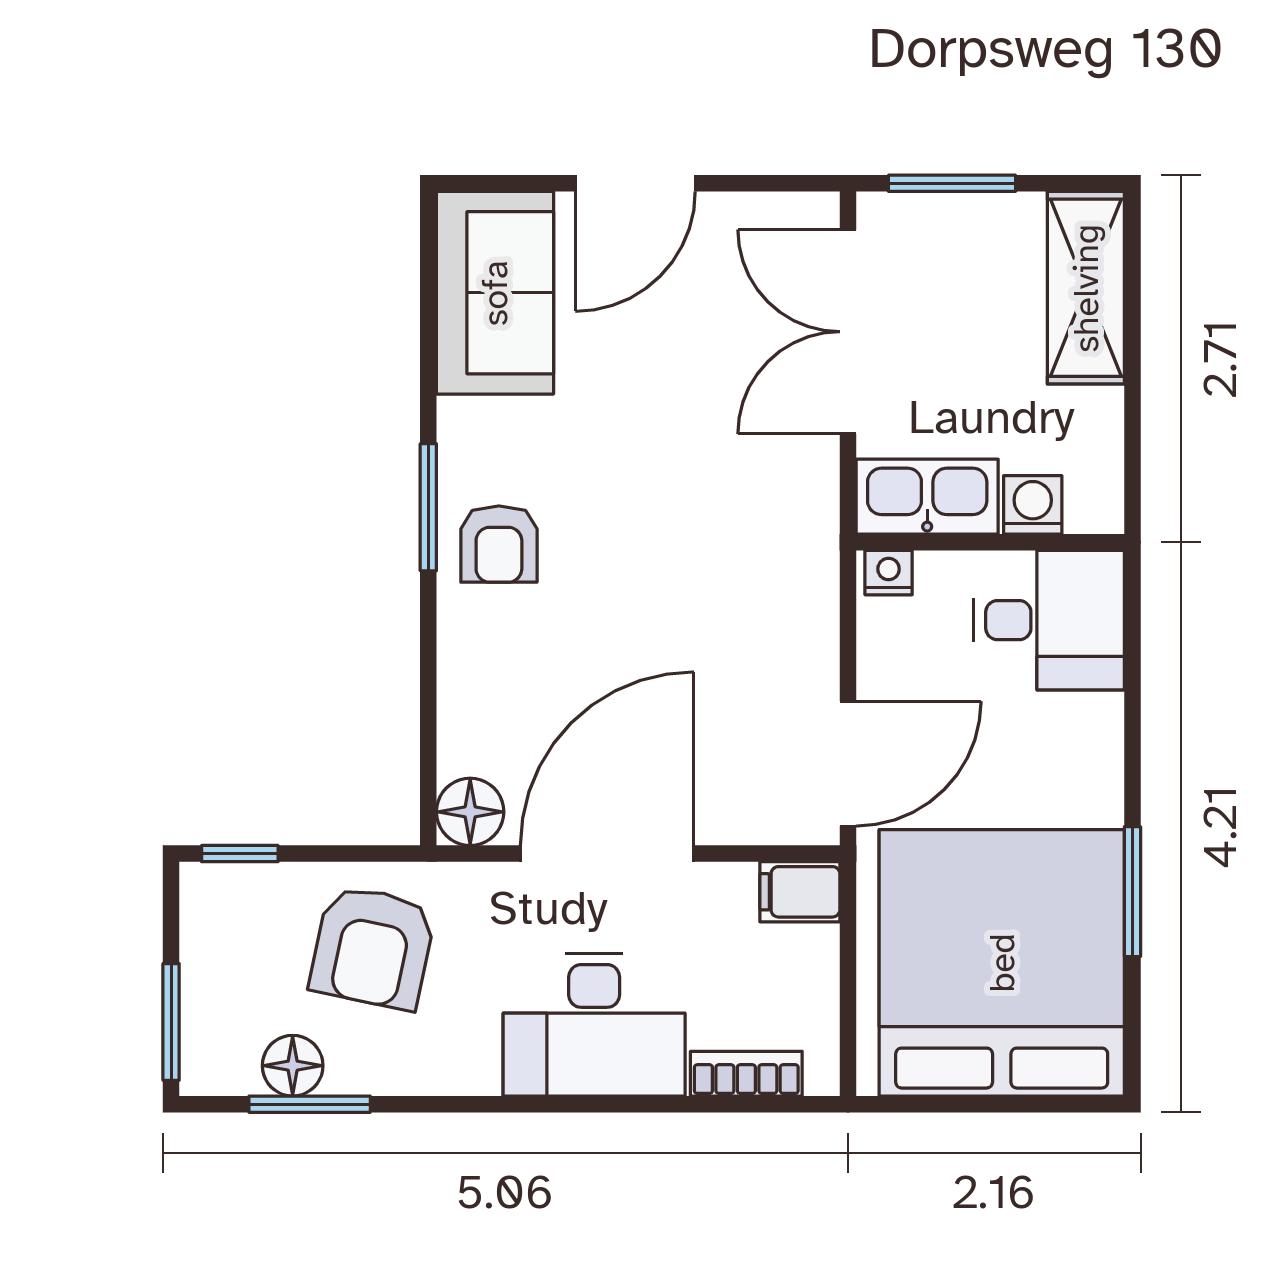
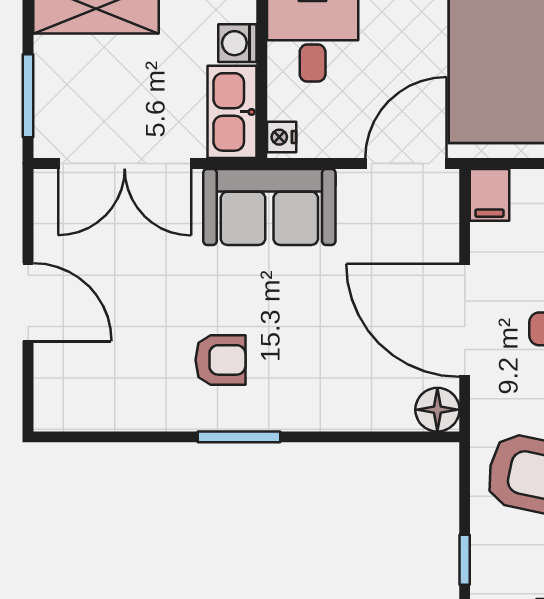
sofa: (495, 293) -> (269, 207), moved, turned 180
armchair: (499, 544) -> (220, 360), moved
door: (848, 764) -> (406, 163), hinge flipped

